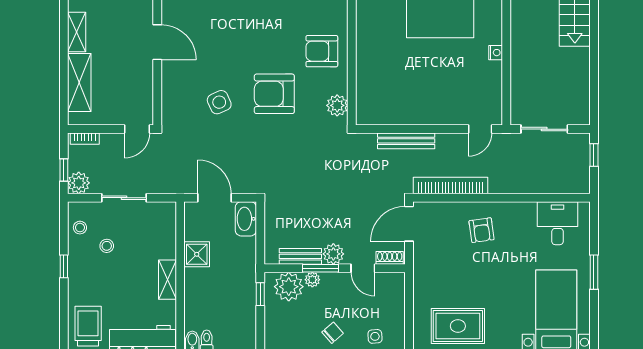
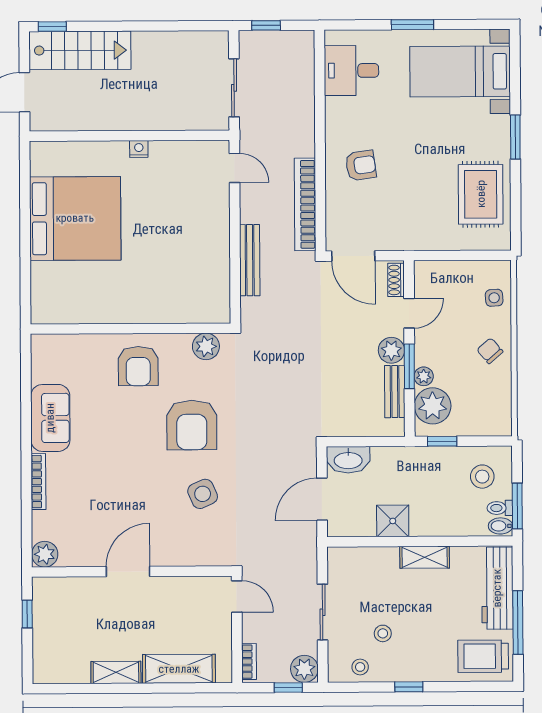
stool: (232, 326) -> (482, 477), added

